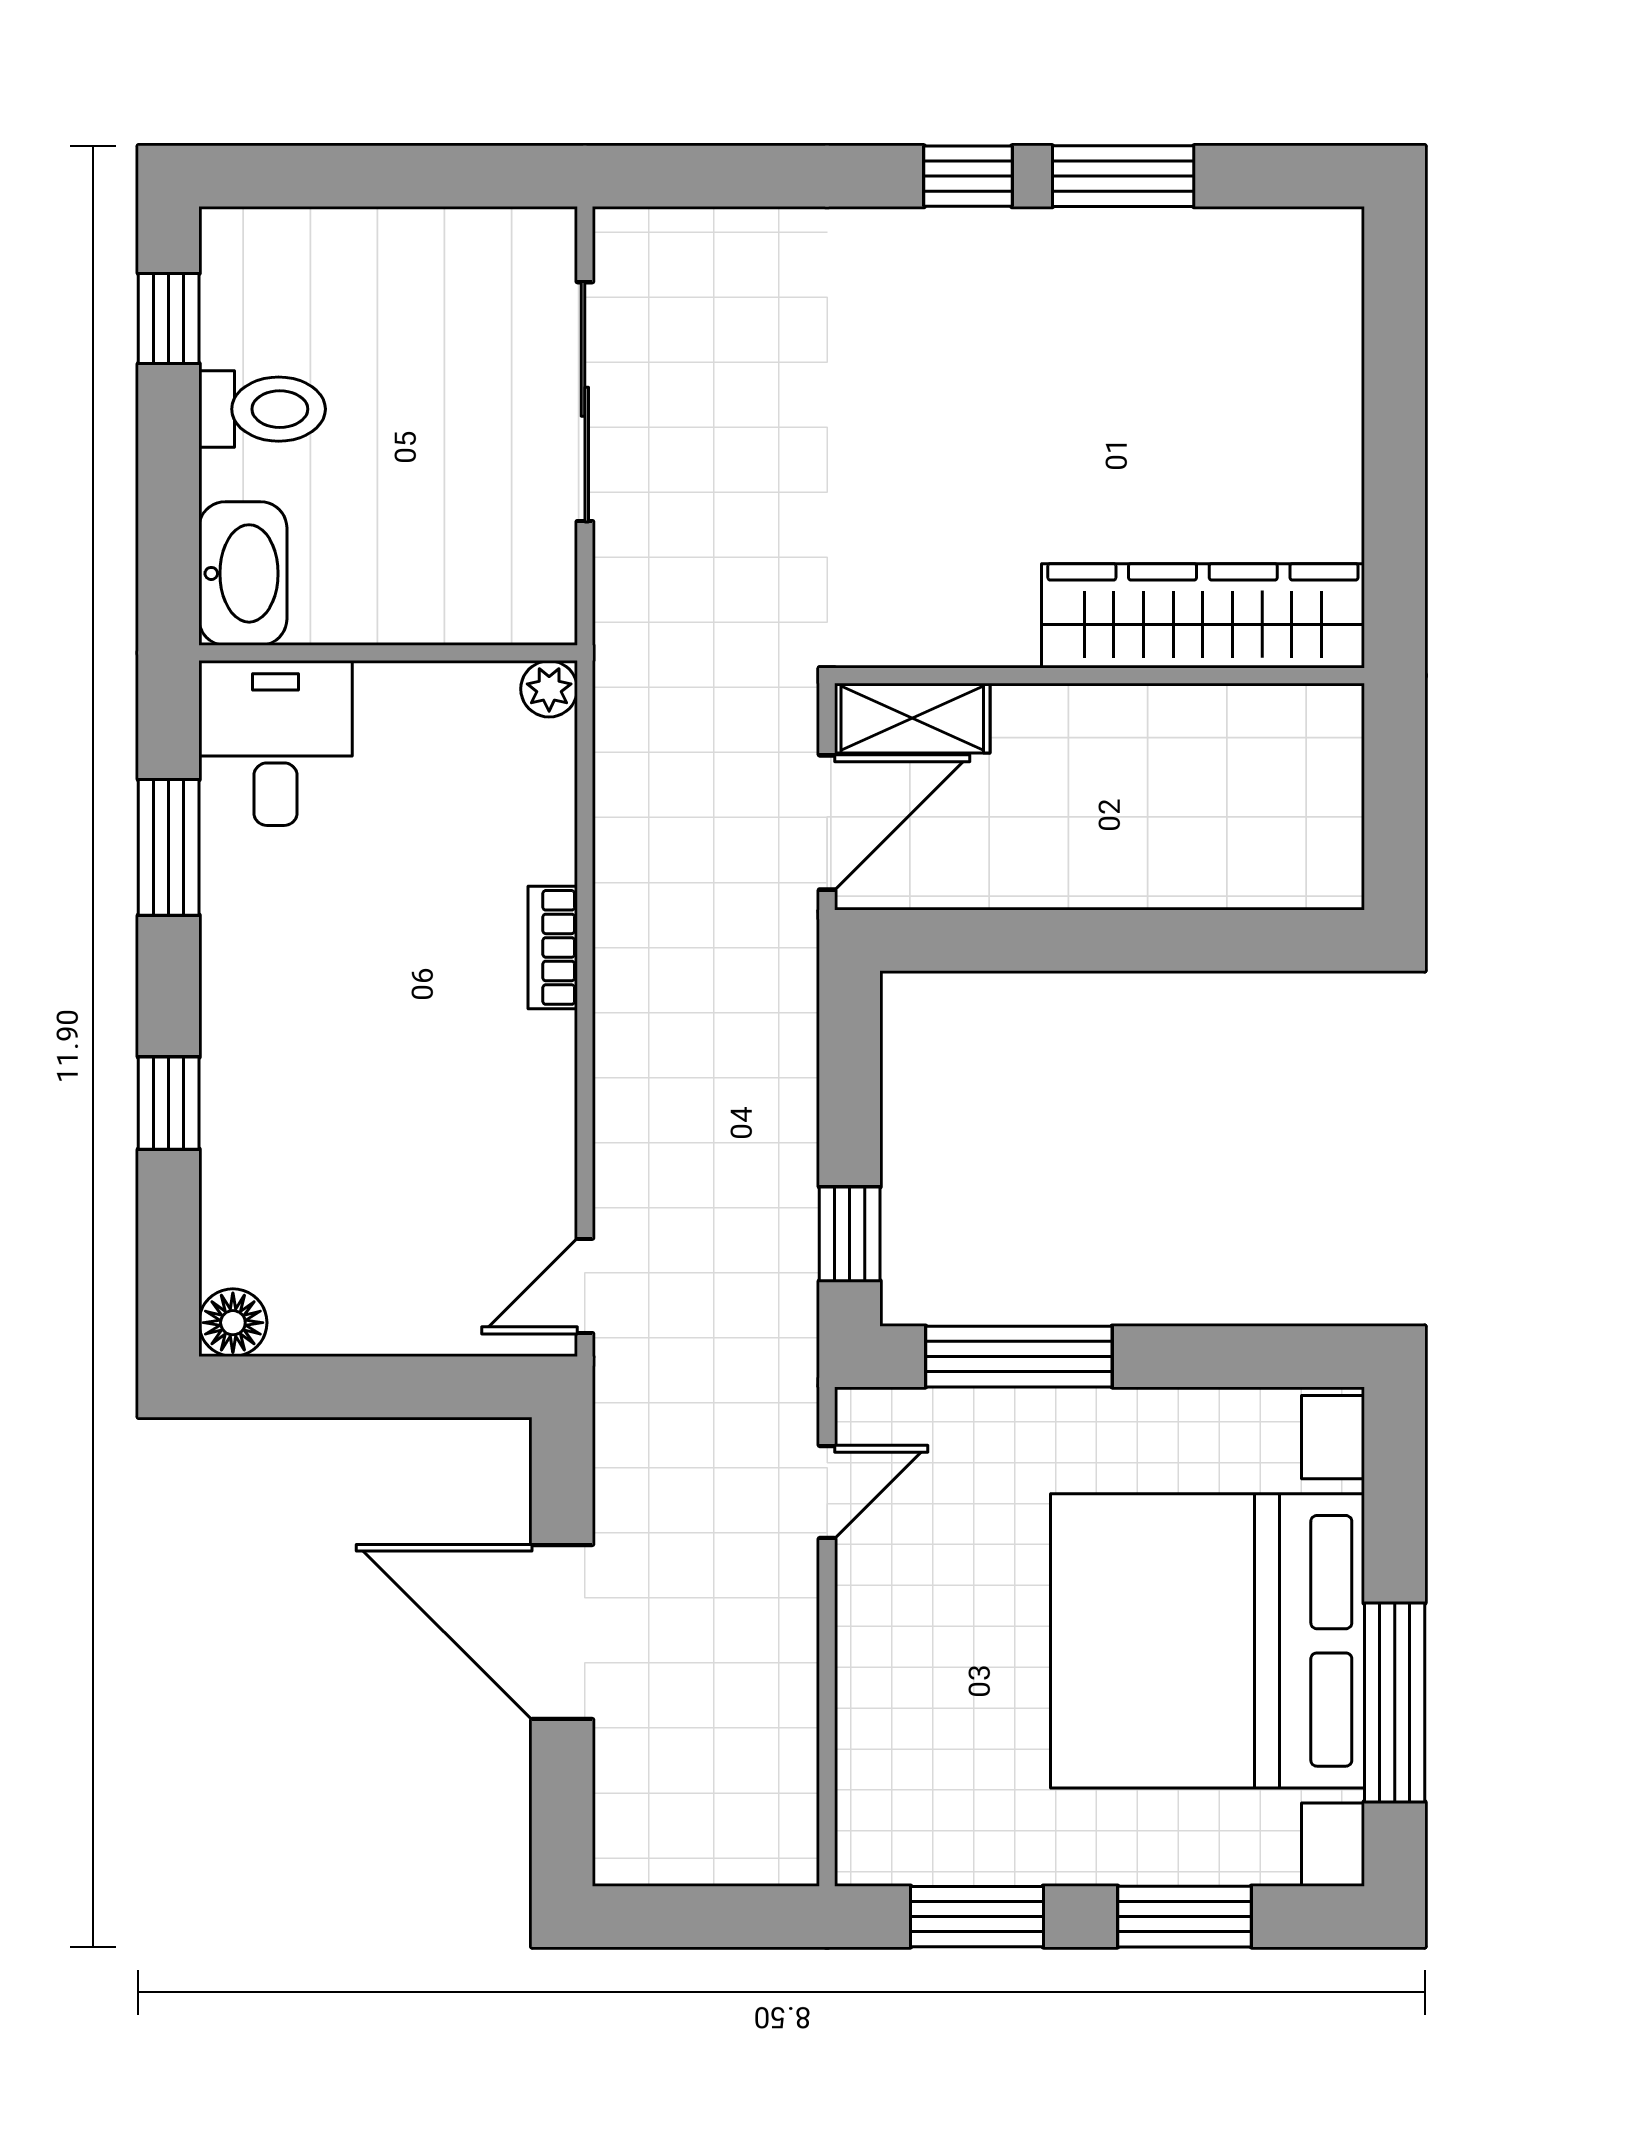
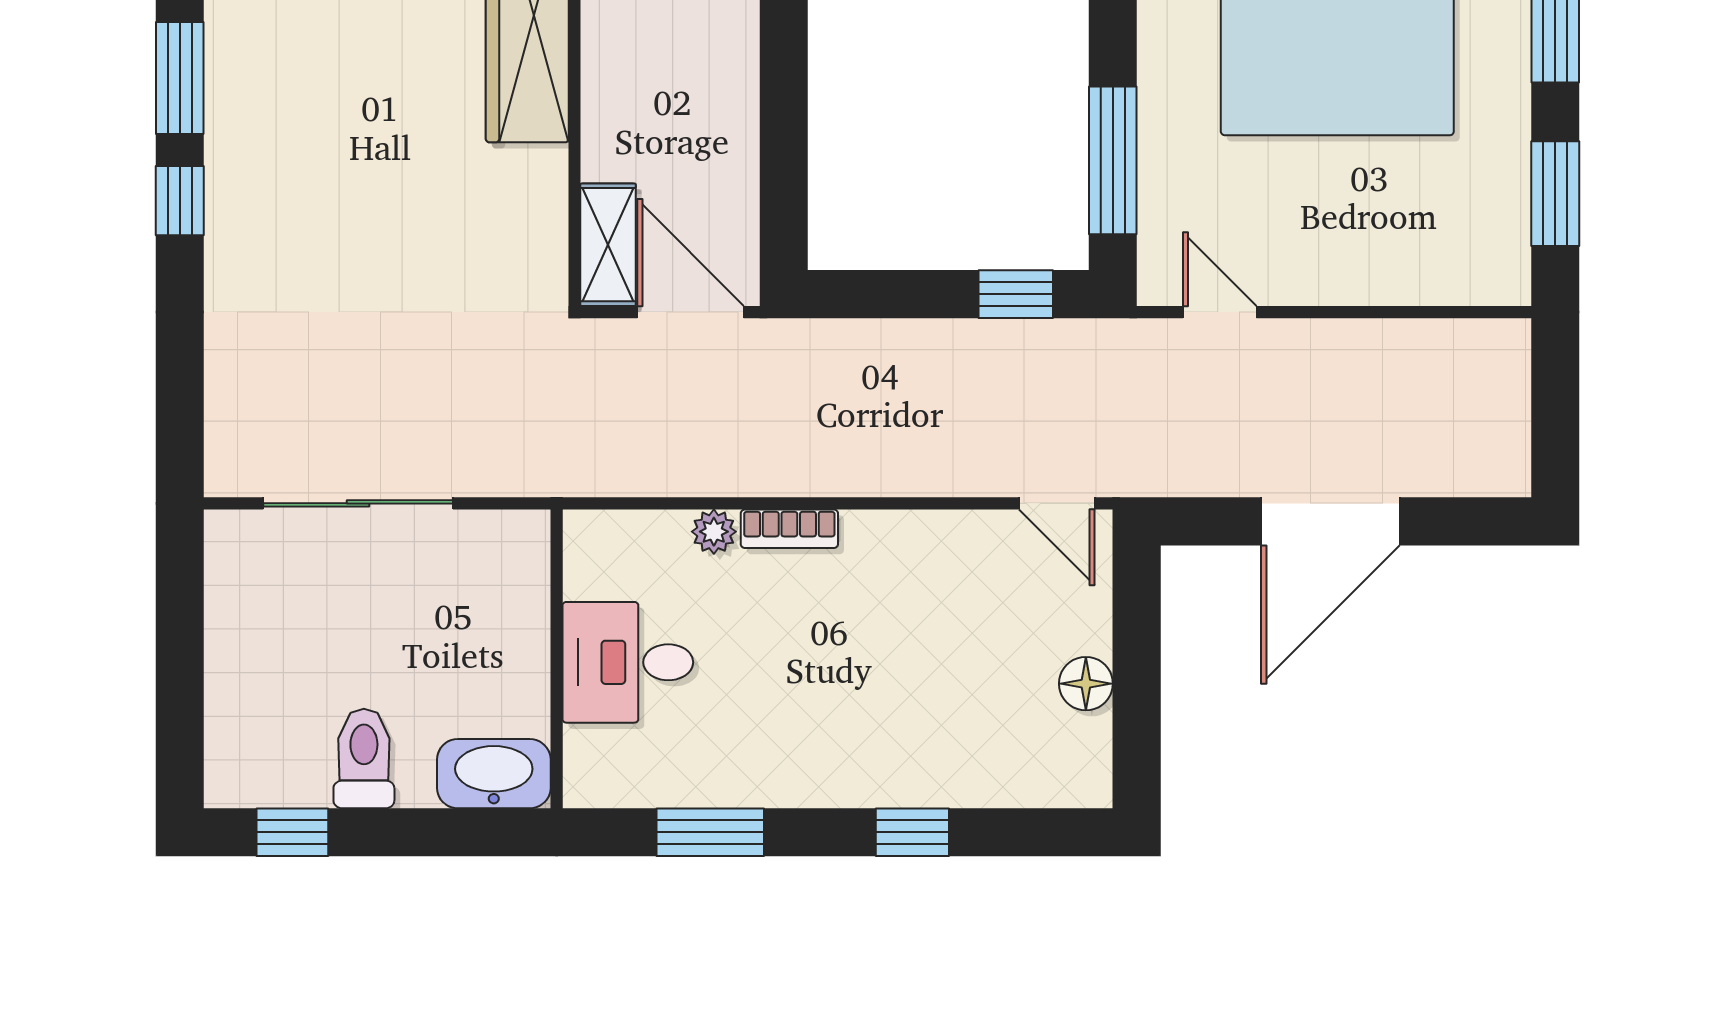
plant: (549, 689) -> (714, 532), moved
desk: (276, 743) -> (628, 662), moved
floor lamp: (233, 1323) -> (1086, 684), moved

